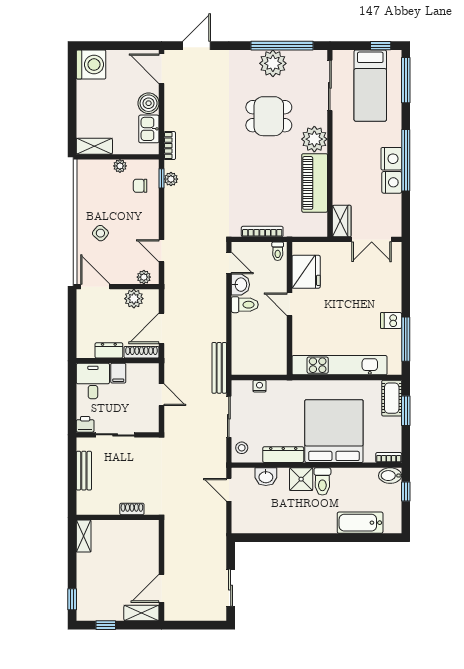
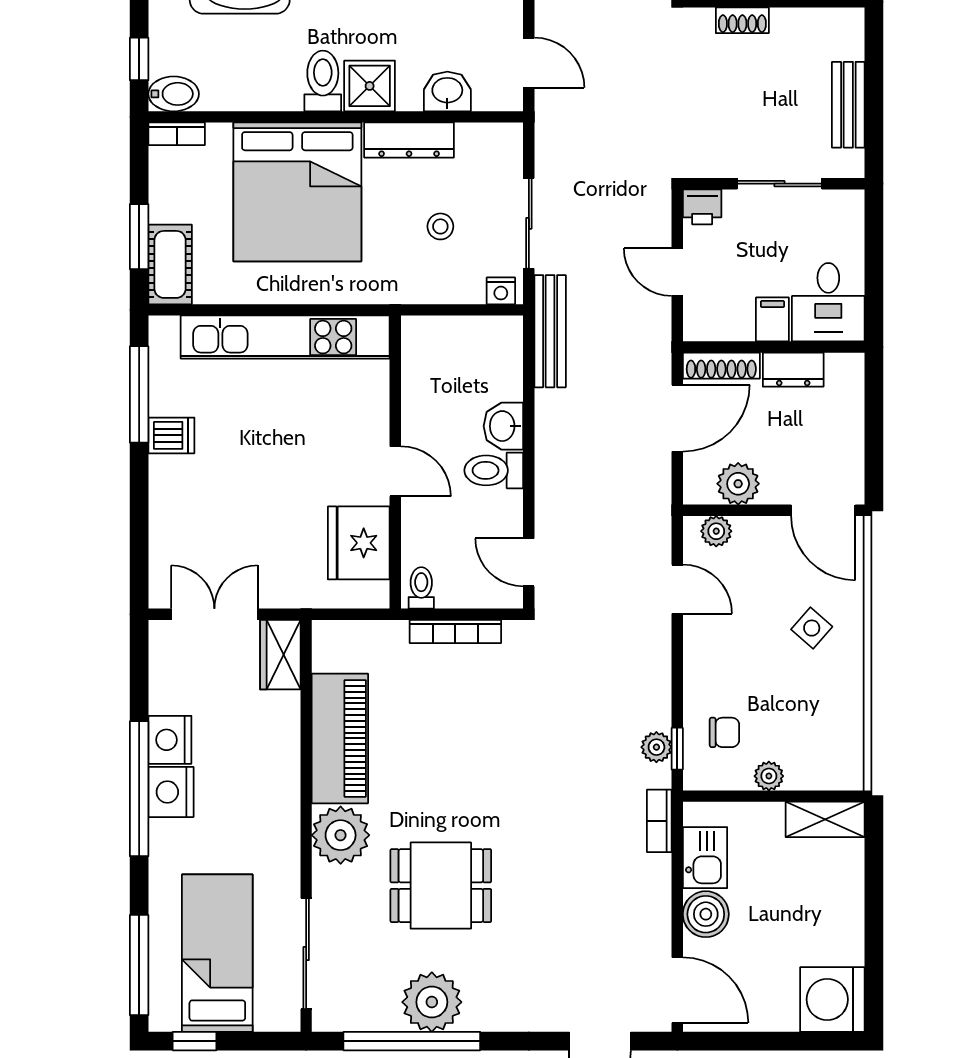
washbasin: (240, 285) -> (503, 426), moved
nightstand: (260, 386) -> (501, 291), moved
printer: (85, 424) -> (702, 207), moved
stool: (242, 448) -> (440, 226), moved

